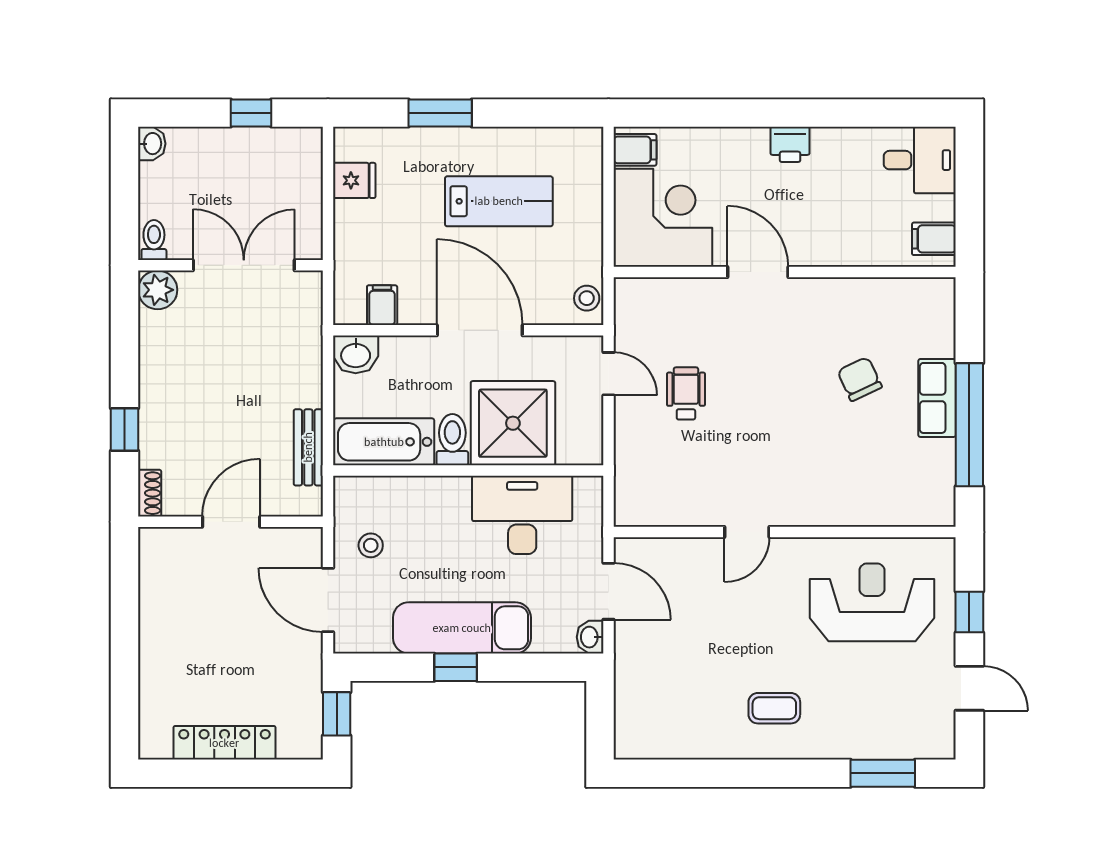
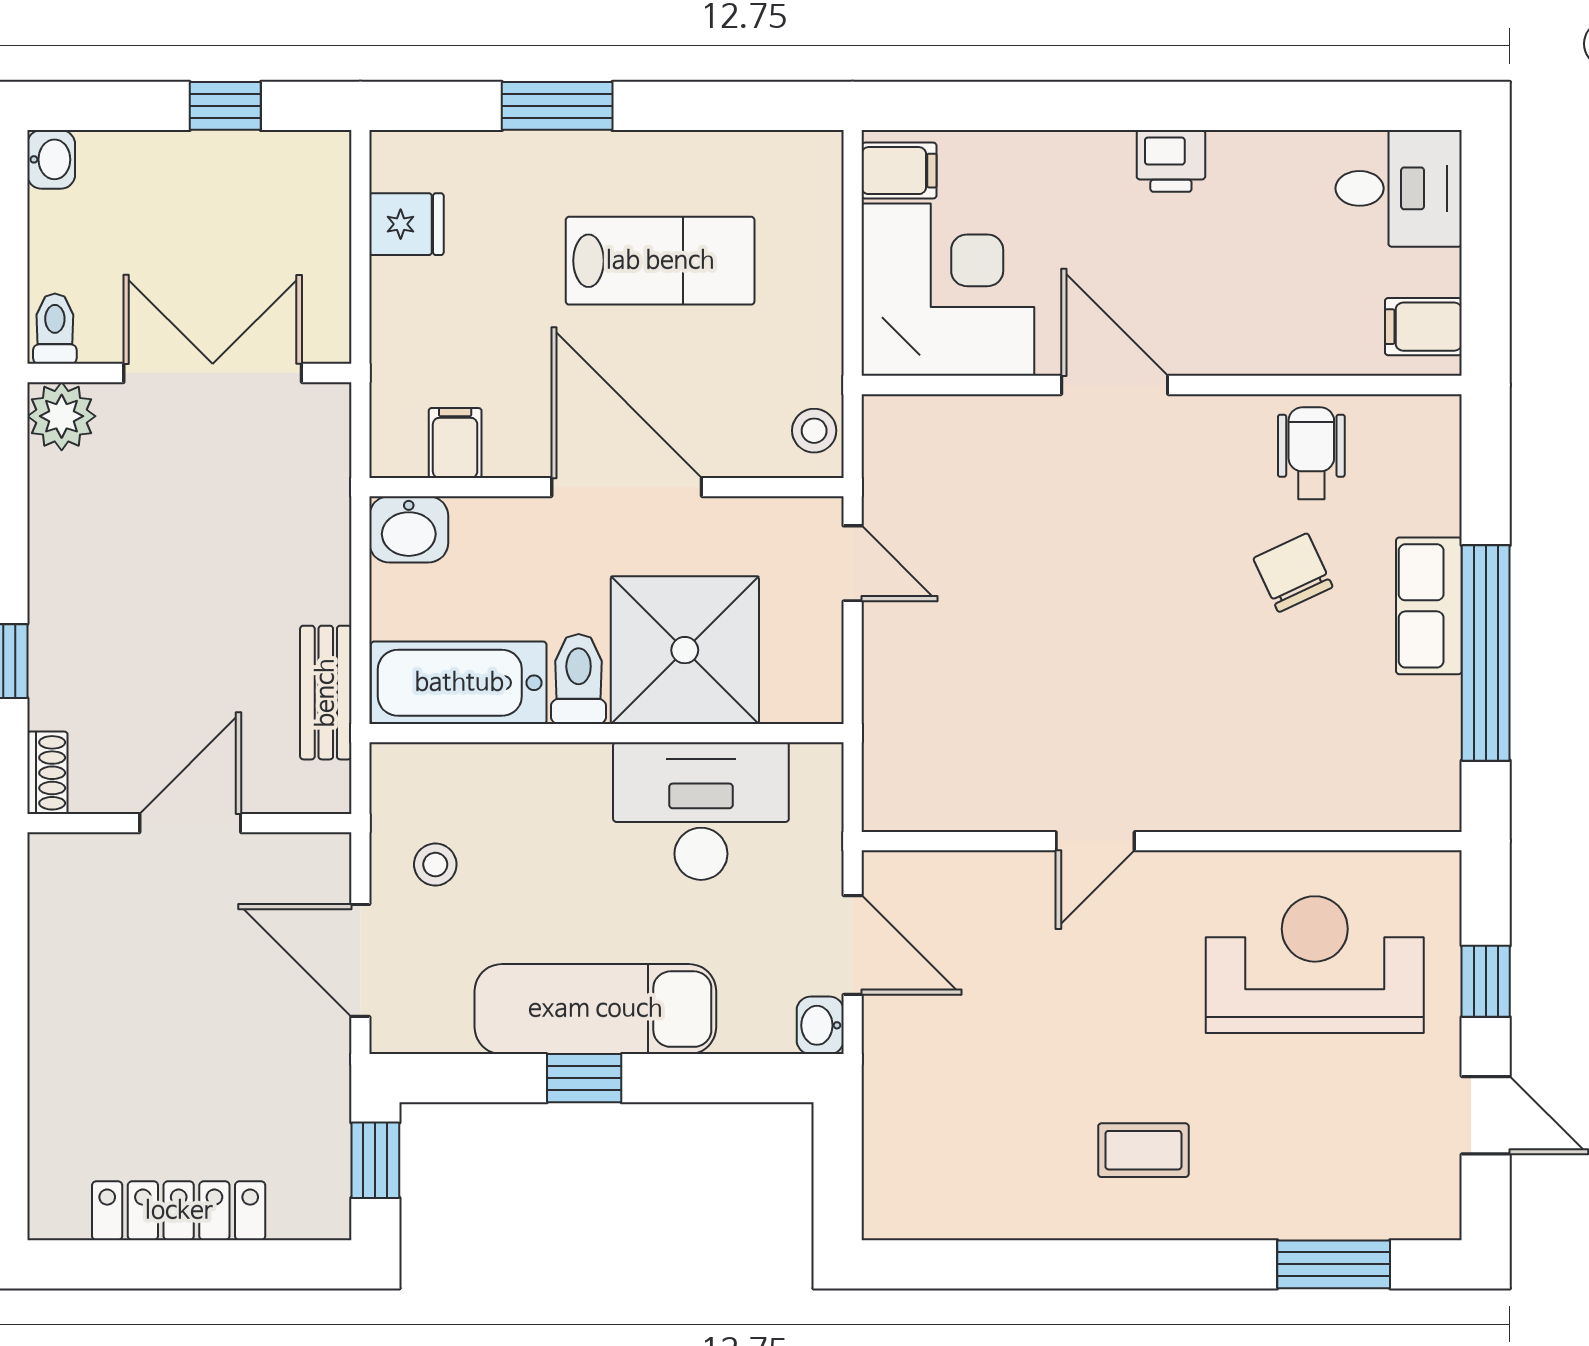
wheelchair: (686, 393) -> (1311, 453), moved

